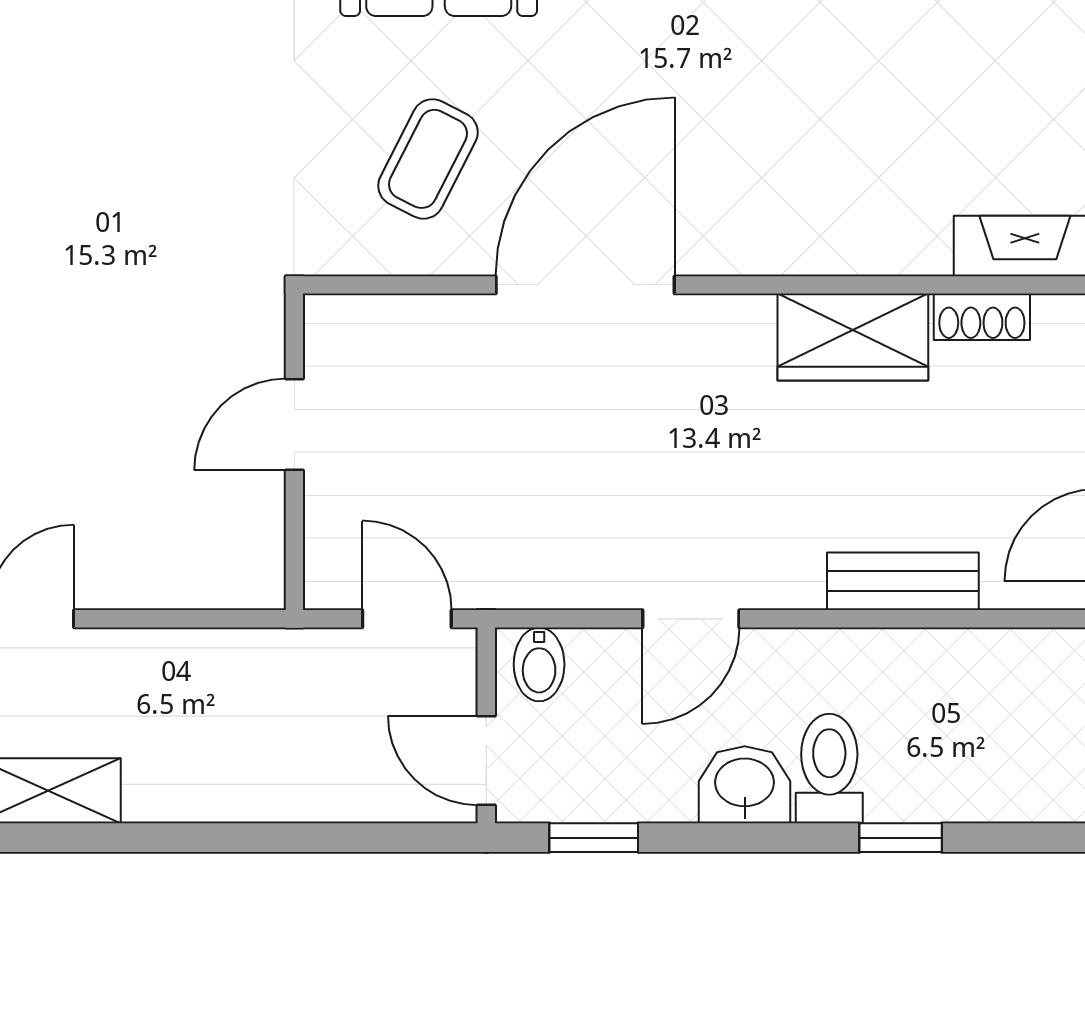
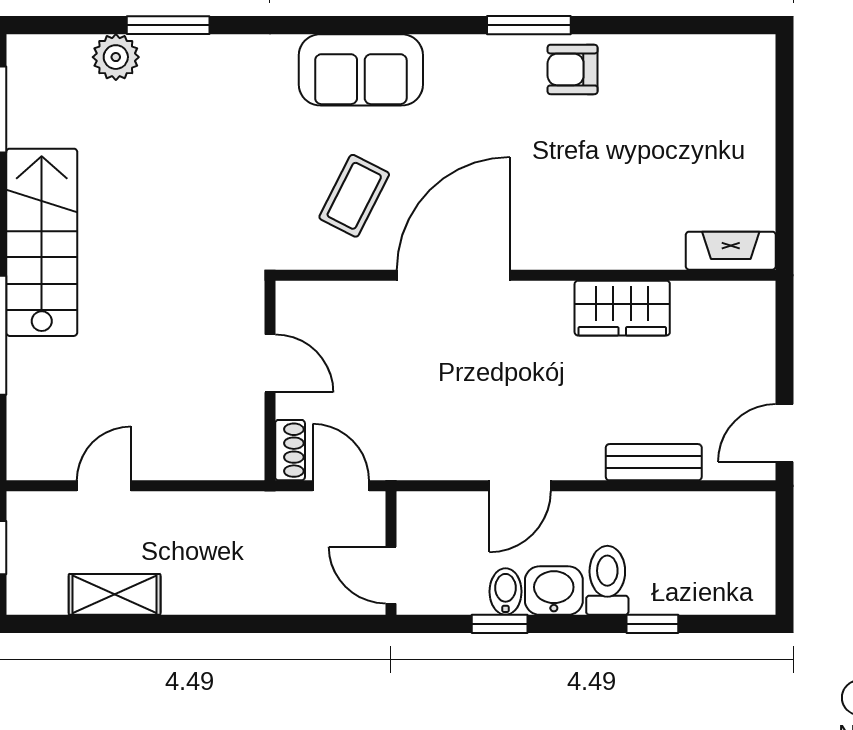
shoe rack: (982, 317) -> (290, 450), moved, turned -90
door: (294, 425) -> (270, 363), swing flipped
bidet: (539, 664) -> (506, 592), moved, turned 180
window: (594, 838) -> (500, 624), moved

